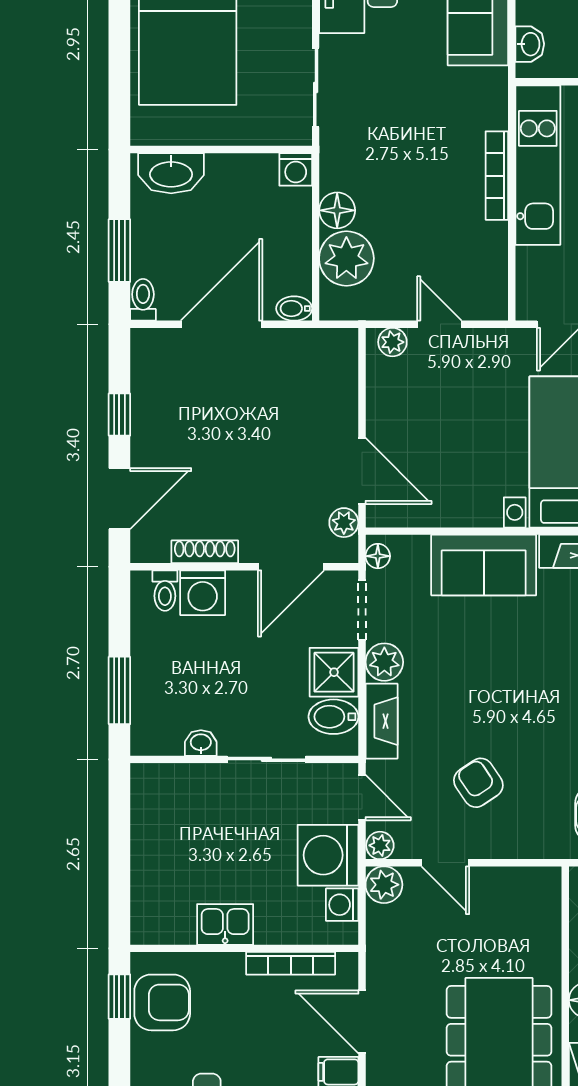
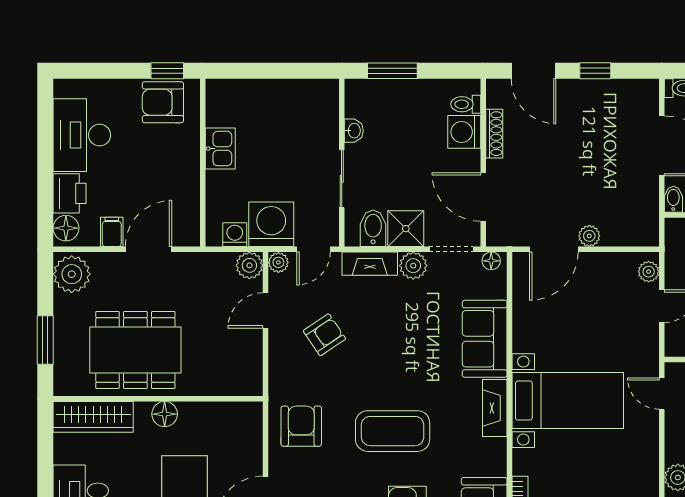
plant: (344, 523) -> (589, 236), moved
bookcase: (291, 963) -> (192, 197), removed
armchair: (162, 1002) -> (163, 102), turned 90

